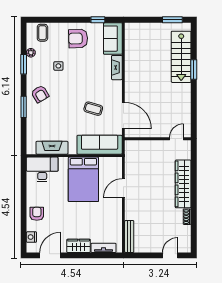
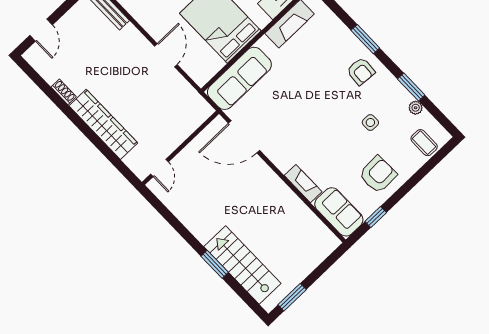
armchair: (40, 94) -> (361, 71), turned -146
coffee table: (93, 109) -> (285, 112), removed

